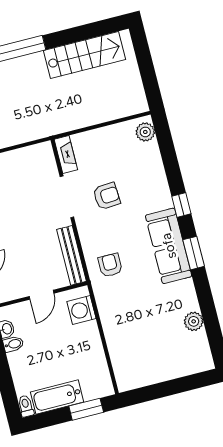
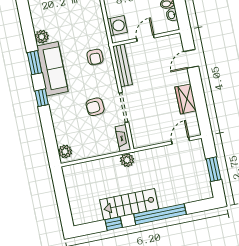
window: (73, 35) -> (114, 224), added
stairs: (85, 55) -> (129, 204), moved
plant: (59, 124) -> (127, 160), added
plant: (194, 321) -> (42, 37), moved

